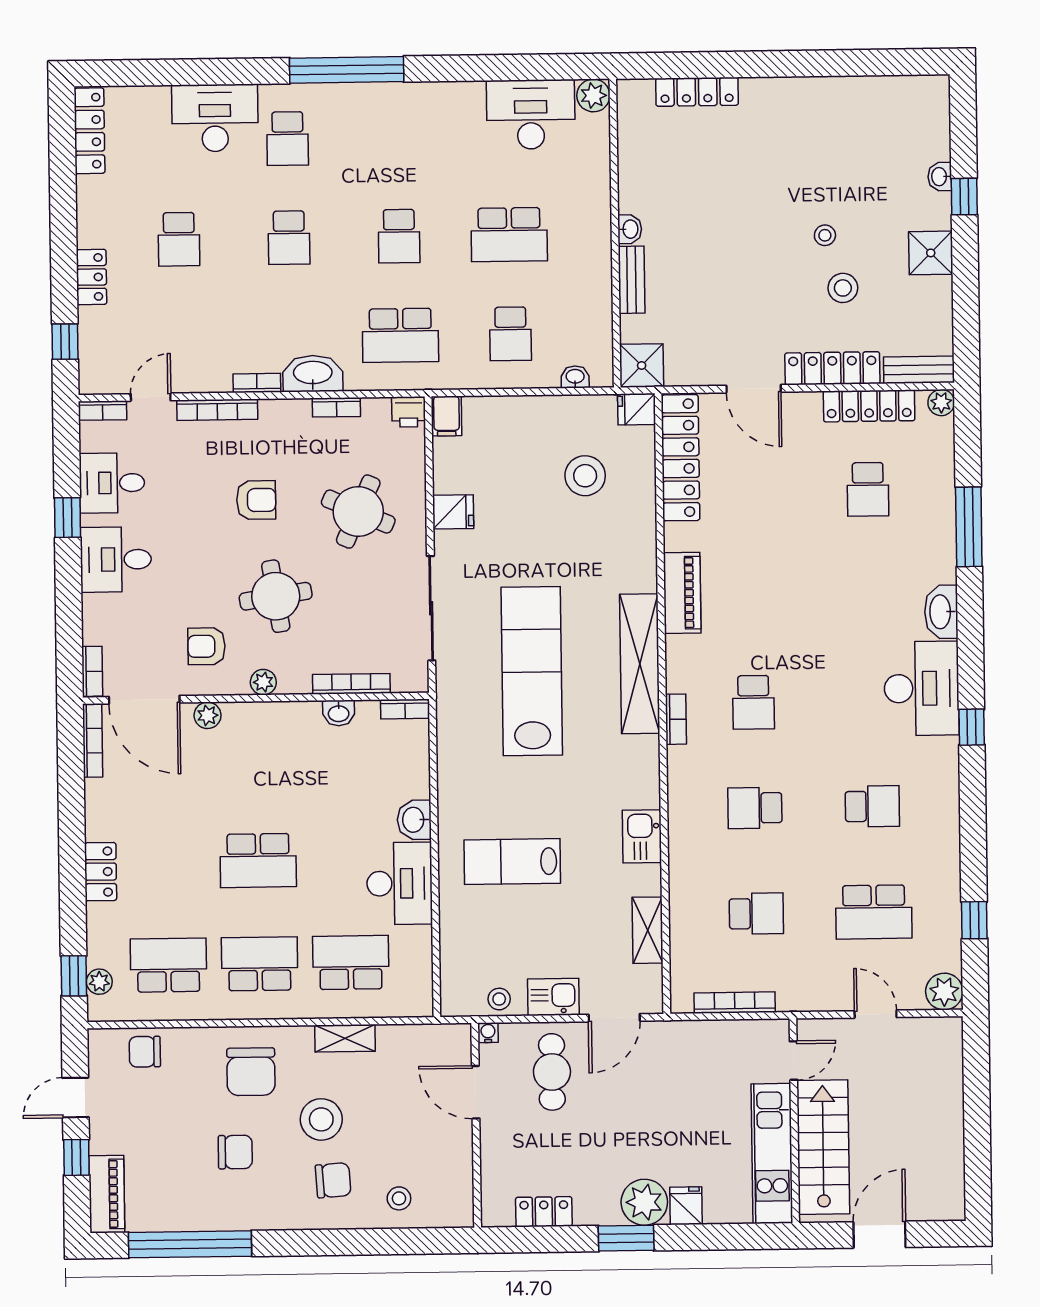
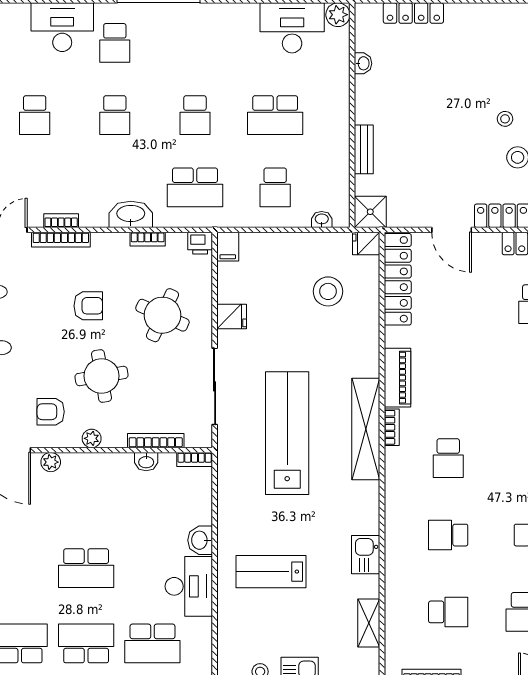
washbasin: (630, 229) -> (363, 63), moved
bookcase: (257, 383) -> (61, 221), moved
bookcase: (676, 719) -> (392, 427), moved
school desk: (351, 963) -> (152, 643), turned 180

